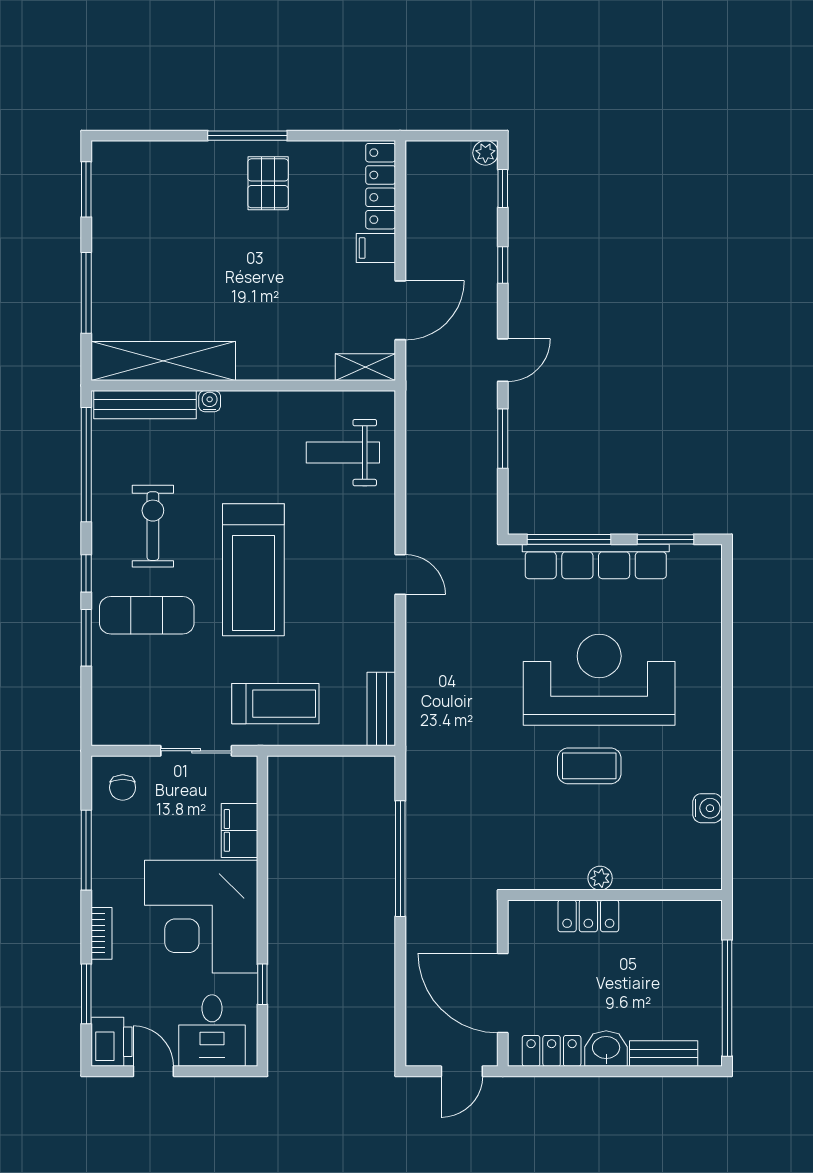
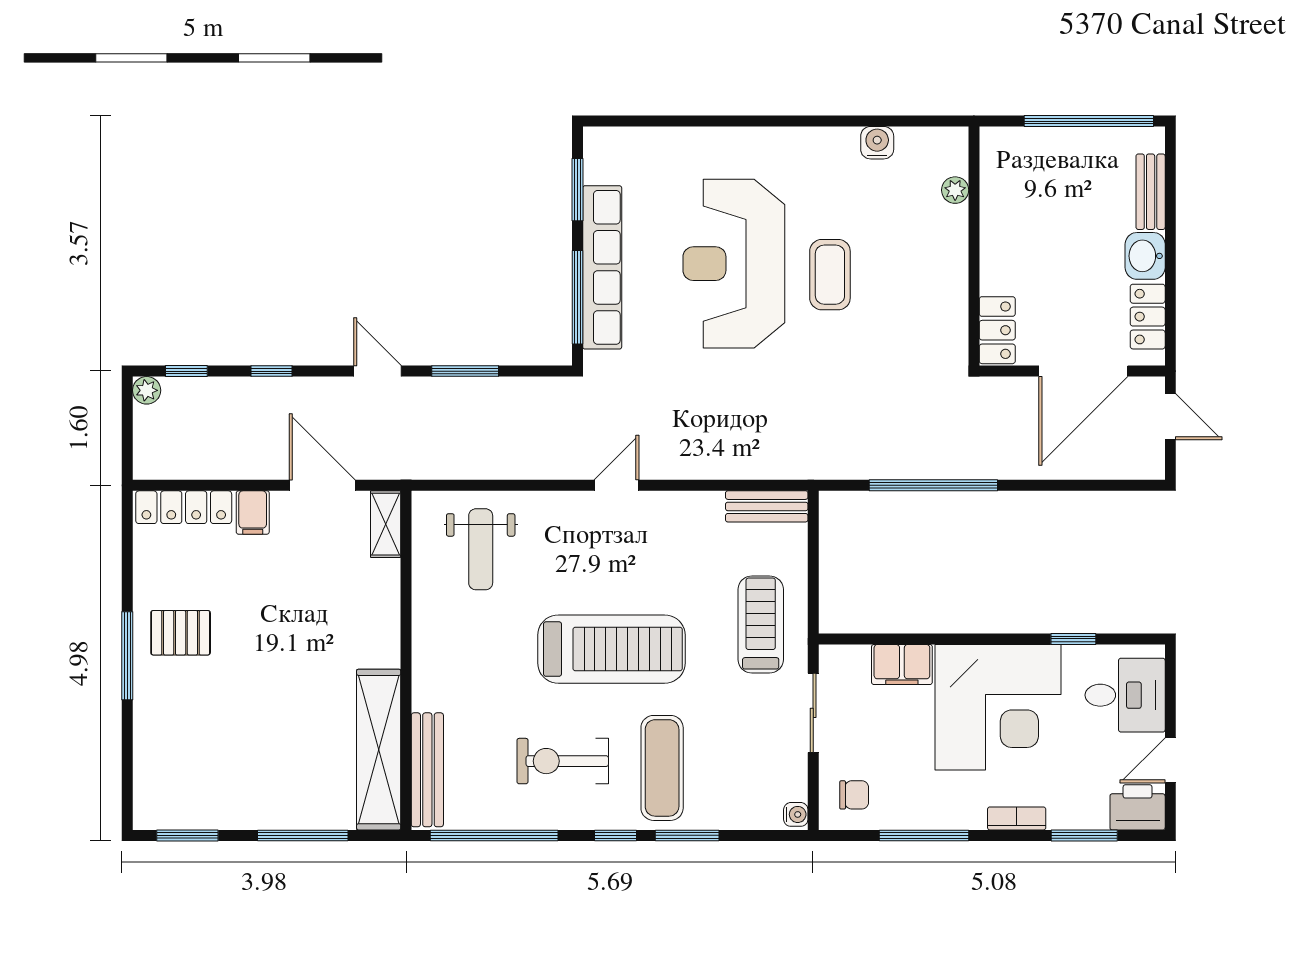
water cooler: (210, 401) -> (796, 814), moved, turned 180
plant: (600, 878) -> (955, 190), moved
locker: (588, 916) -> (997, 330), moved

